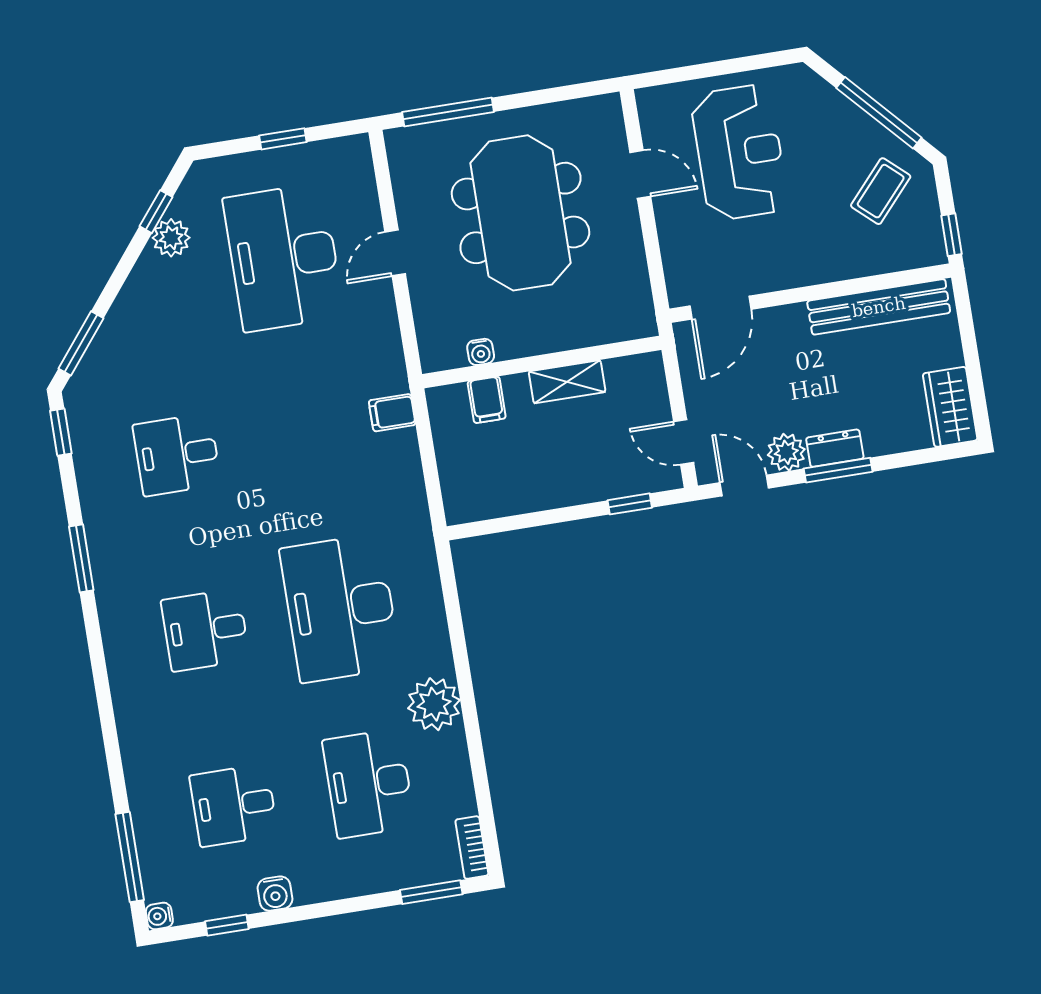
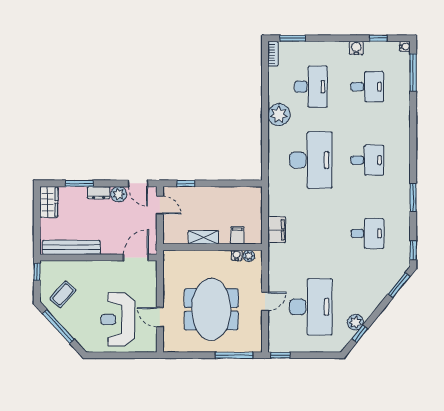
window: (283, 139) -> (280, 355), moved
plant: (452, 355) -> (249, 256), added
filing cabinet: (392, 413) -> (277, 230), width x2.00
window: (838, 470) -> (79, 183), moved

